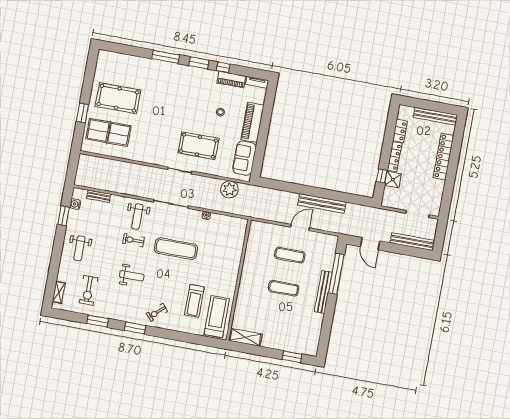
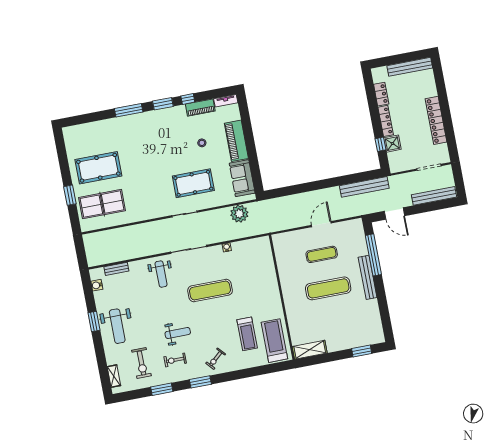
locker: (443, 157) -> (436, 120), moved
bench: (322, 203) -> (364, 187), moved
window: (64, 216) -> (94, 321), moved
exercise bike: (134, 240) -> (175, 360), moved
weight bench: (79, 248) -> (117, 326), width x1.36, depth x1.33
exercise mat: (284, 288) -> (328, 288), width x1.36, depth x1.45

